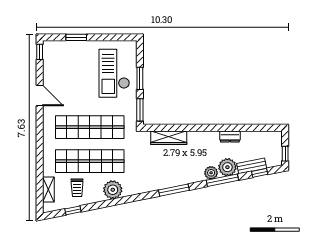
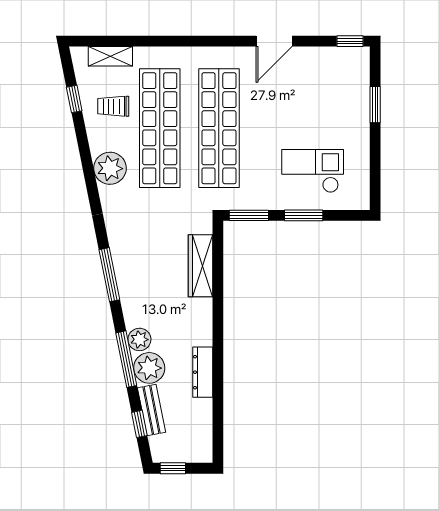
checkout: (114, 73) -> (313, 171), width x0.73, depth x0.83
dresser: (230, 136) -> (203, 372), width x1.44

